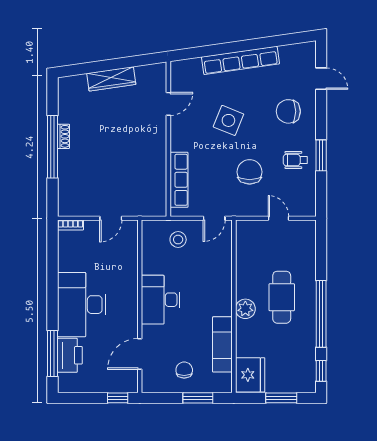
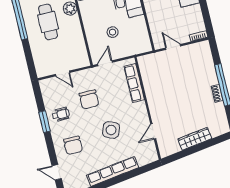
chair: (288, 111) -> (73, 145), turned 90
door: (111, 218) -> (173, 47), hinge flipped
stool: (178, 240) -> (113, 32), moved

